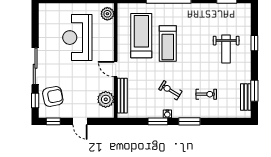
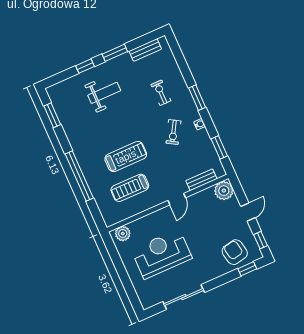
treadmill: (141, 36) -> (130, 188), width x0.73, depth x0.73
reception desk: (77, 38) -> (162, 254), turned 180
sliding door: (35, 66) -> (184, 297), moved
window: (254, 91) -> (115, 53), moved
bench: (122, 96) -> (201, 180), width x0.73
plant: (106, 99) -> (224, 191), moved
window: (158, 121) -> (219, 147), moved

